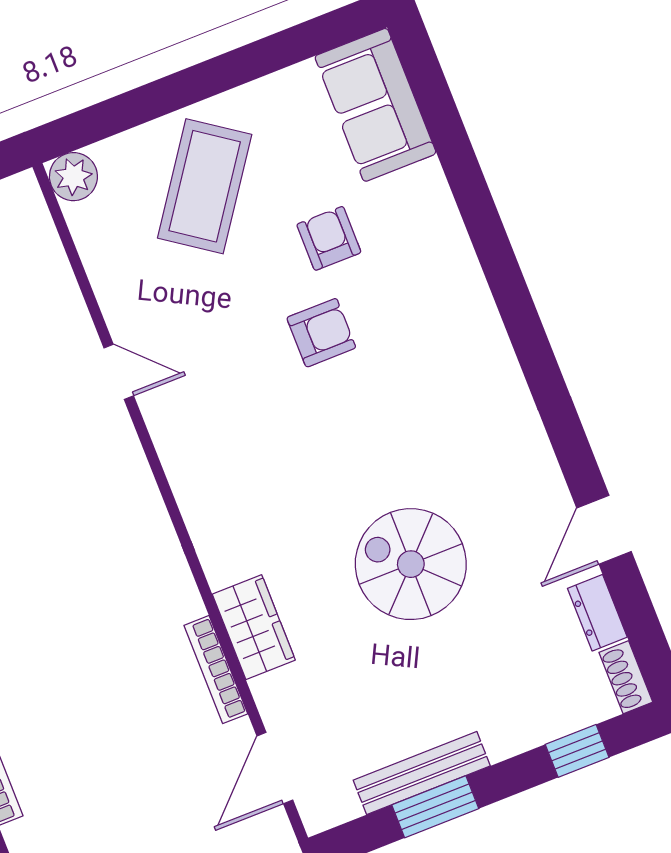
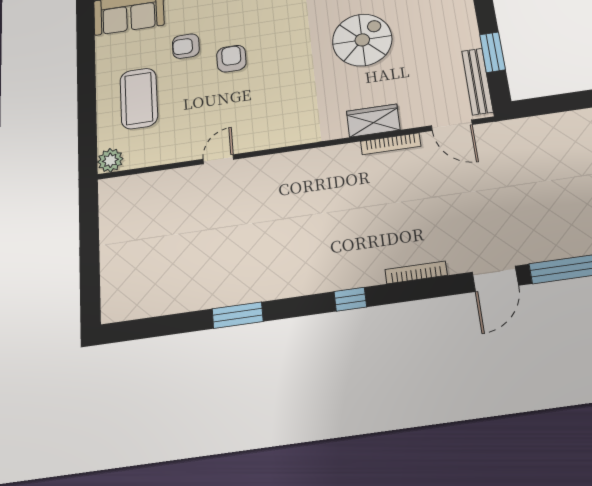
coffee table: (205, 186) -> (139, 98), turned 55
spiral stairs: (411, 564) -> (362, 40), turned 180
bench: (422, 773) -> (477, 81), moved

